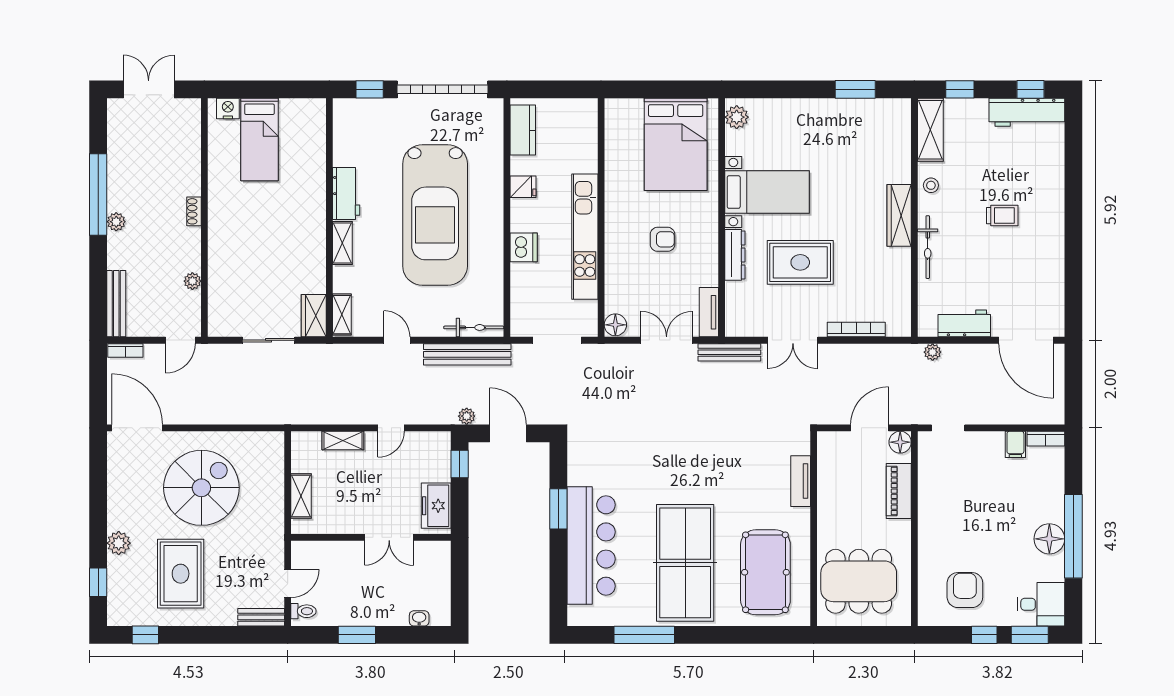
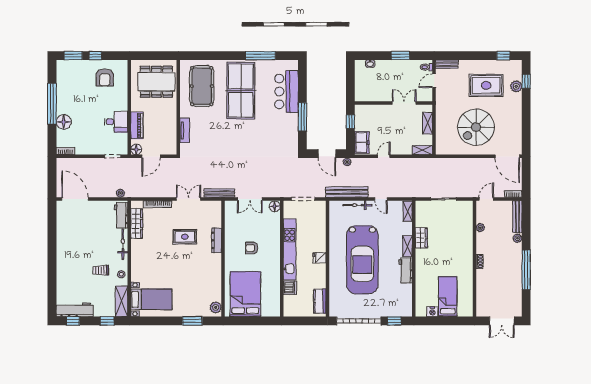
window: (855, 89) -> (192, 321), moved
nightstand: (228, 108) -> (432, 312), moved
fridge: (523, 187) -> (320, 258), moved
bed with nightstands: (767, 192) -> (151, 299), moved, turned 180
car: (435, 215) -> (362, 260), turned 180
wardrobe: (899, 215) -> (137, 224), moved
trolley: (1002, 216) -> (101, 270), moved
plant: (116, 222) -> (517, 238), moved
dishwasher: (524, 247) -> (290, 288), moved, turned 180
rug: (800, 262) -> (185, 237), width x0.73, depth x0.70
tv unit: (709, 312) -> (229, 213), removed
wardrobe: (314, 316) -> (421, 238), moved
workbench: (964, 323) -> (121, 215), moved, turned 90
bicycle: (474, 327) -> (357, 205), moved
shelving: (343, 441) -> (422, 150), moved
filing cabinet: (1015, 444) -> (80, 148), removed
window: (460, 464) -> (350, 122), moved
freezer: (436, 506) -> (362, 142), moved
window: (558, 509) -> (302, 117), width x1.44
double door: (389, 537) -> (404, 103), moved
floor lamp: (1049, 539) -> (64, 122), moved
plant: (119, 543) -> (516, 86), moved
bar counter: (591, 545) -> (286, 91), width x0.73
rug: (181, 574) -> (486, 85), turned 90
desk: (1041, 604) -> (116, 122), moved, turned 180

